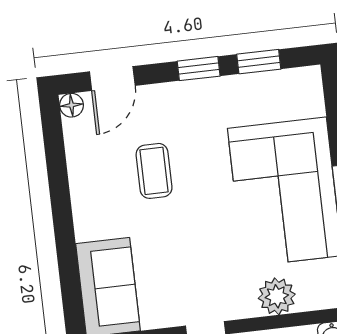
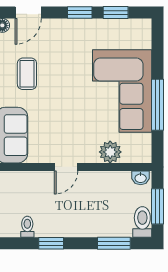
coffee table: (154, 171) -> (27, 74), moved

